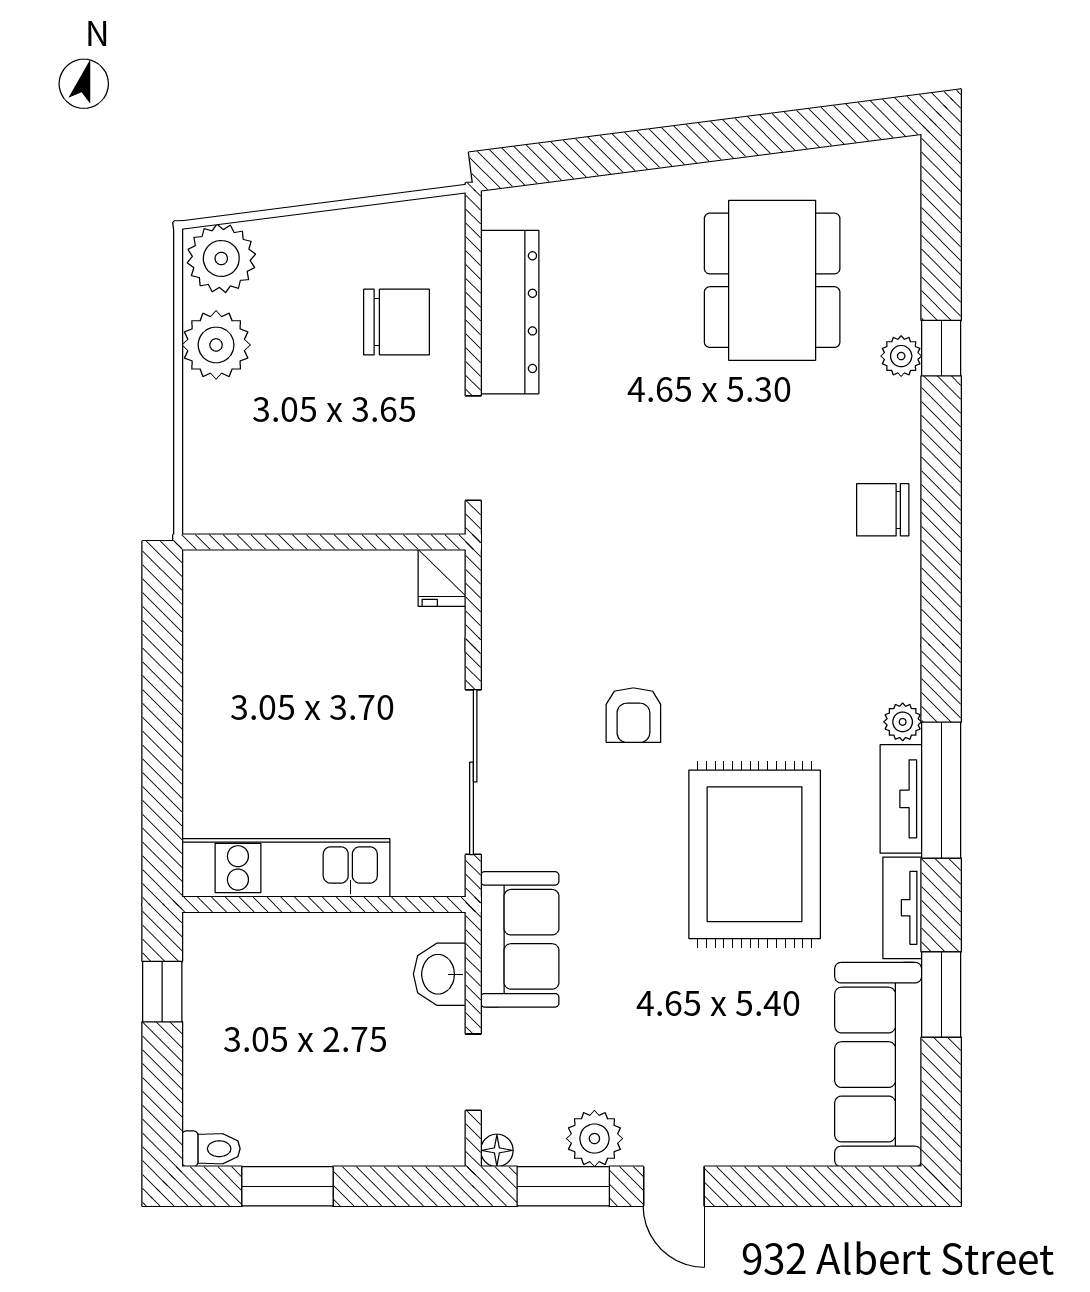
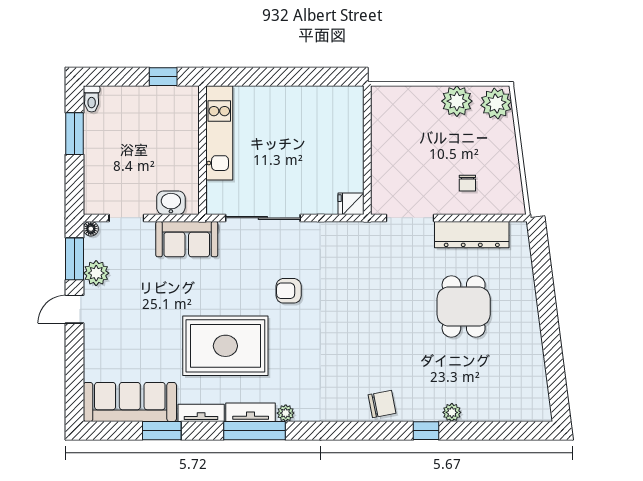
dining table: (772, 280) -> (464, 306), moved, width x0.73
chair: (397, 322) -> (467, 183), width x0.54, depth x0.54
window: (941, 348) -> (426, 431), moved
chair: (883, 510) -> (382, 404), turned 79

